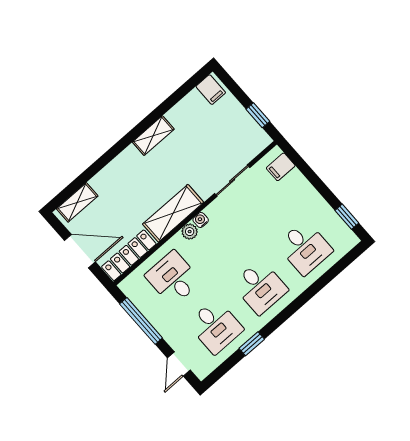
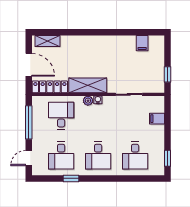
filing cabinet: (211, 90) -> (142, 43), moved
shelving: (153, 136) -> (110, 41), removed
filing cabinet: (281, 167) -> (157, 119), moved

